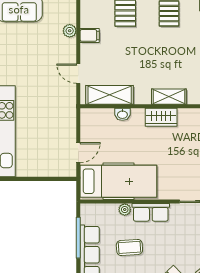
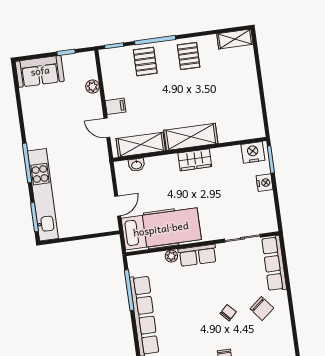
filing cabinet: (90, 35) -> (115, 106), moved
shelving: (169, 97) -> (191, 137), width x1.50, depth x1.33
washbasin: (122, 114) -> (137, 165), moved
coffee table: (129, 247) -> (181, 293), removed

